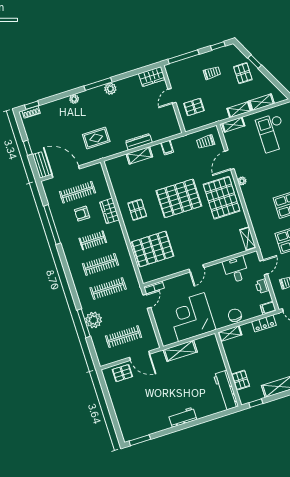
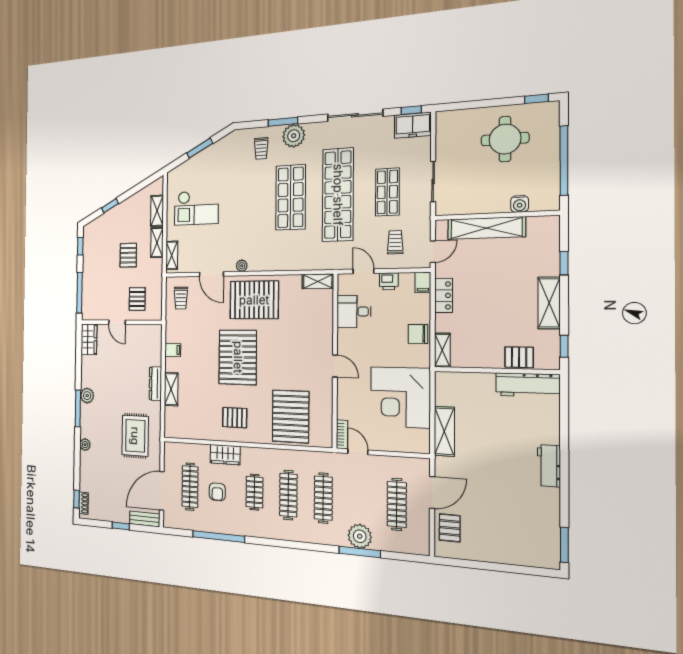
trolley: (212, 73) -> (107, 263), removed
pallet: (243, 73) -> (128, 255), moved, turned 90
rug: (96, 138) -> (135, 436), width x1.36, depth x1.43

